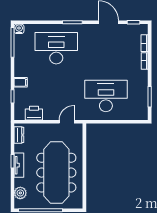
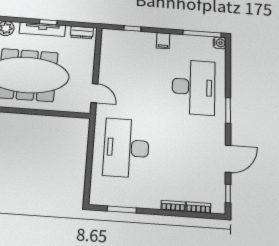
filing cabinet: (21, 82) -> (163, 41), moved
desk: (106, 96) -> (126, 148), turned 180
printer: (34, 113) -> (109, 53), removed
tv unit: (19, 165) -> (42, 29), width x1.41

